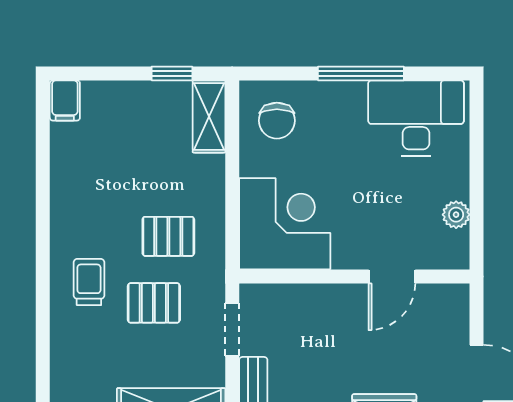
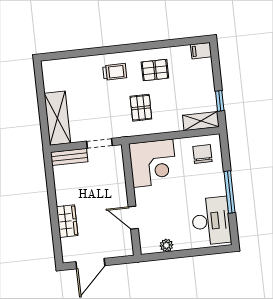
chair: (277, 121) -> (202, 154), turned 90
pallet: (154, 303) -> (155, 70), moved, turned 90

